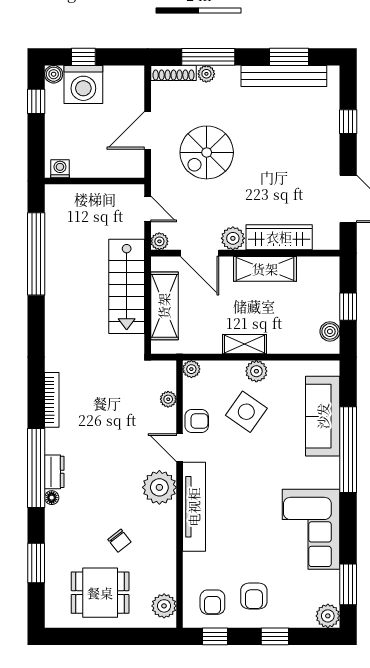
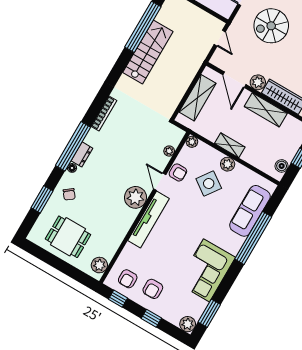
plant: (159, 241) -> (216, 60), removed
stairs: (127, 286) -> (148, 52), moved, turned 180
chair: (119, 541) -> (69, 194), moved

